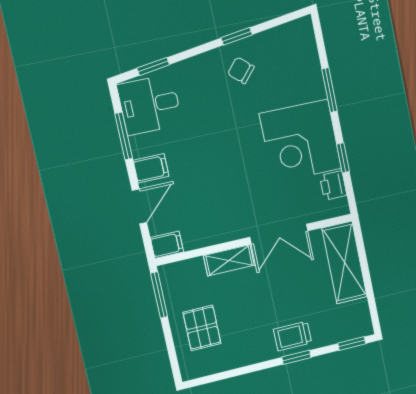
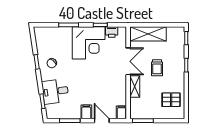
desk: (150, 105) -> (55, 91), moved, turned 82
pallet: (202, 328) -> (171, 100), moved
trolley: (292, 336) -> (157, 68), moved

